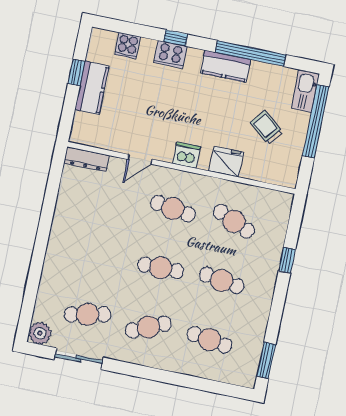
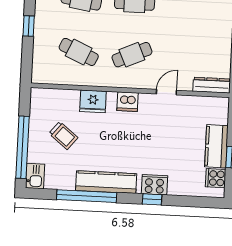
cooker: (128, 46) -> (216, 178), moved, turned -90
kitchen counter: (226, 66) -> (106, 182), width x1.50
kitchen sink: (305, 91) -> (35, 176), width x0.73
cafe table: (173, 209) -> (132, 55), turned -33

